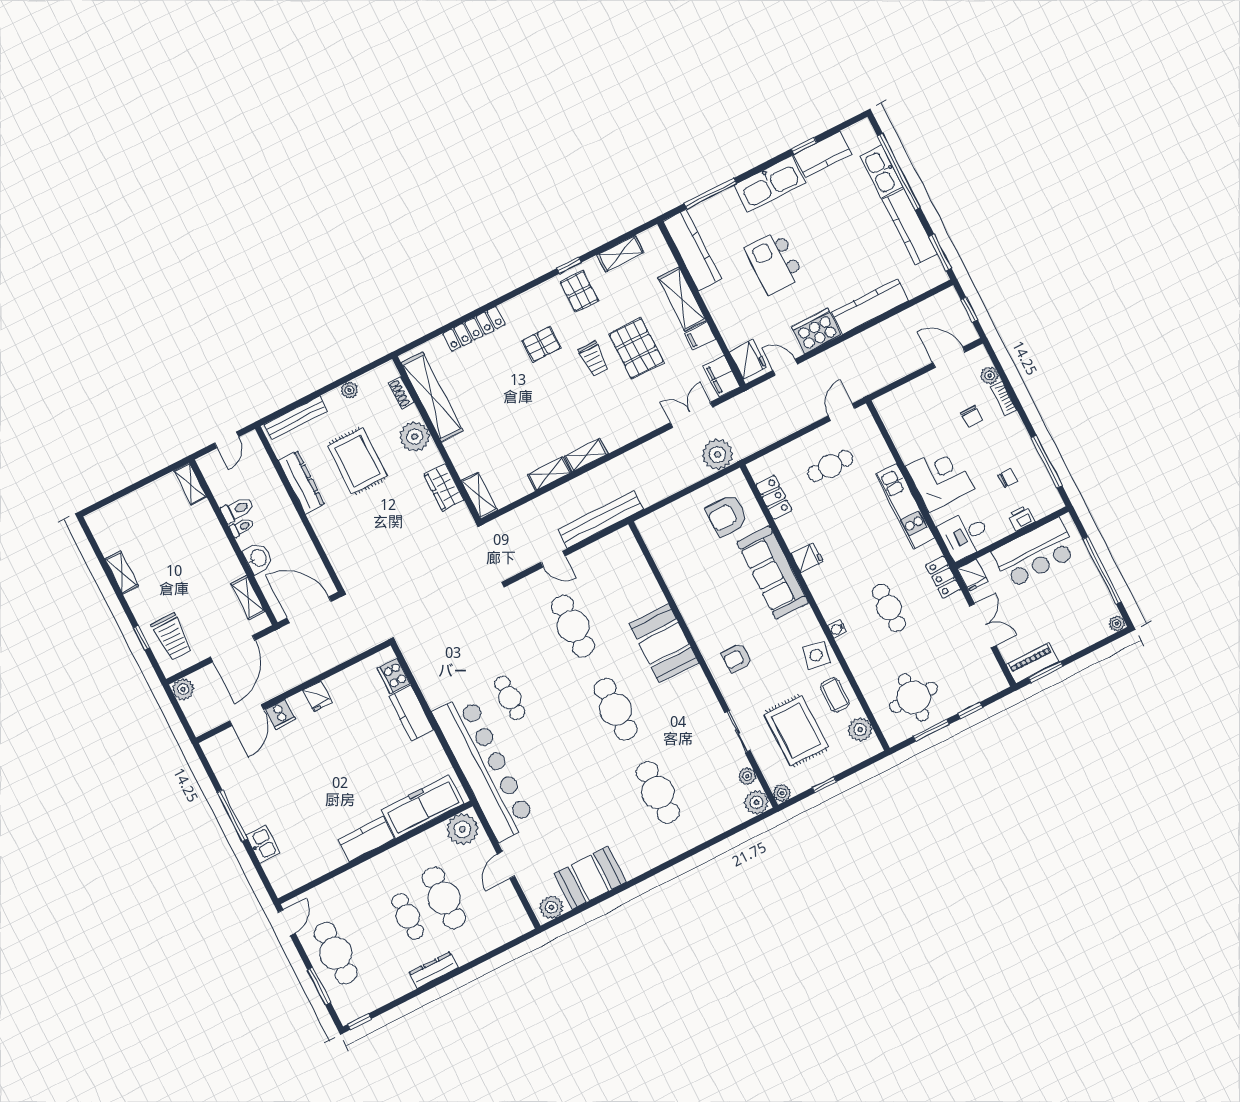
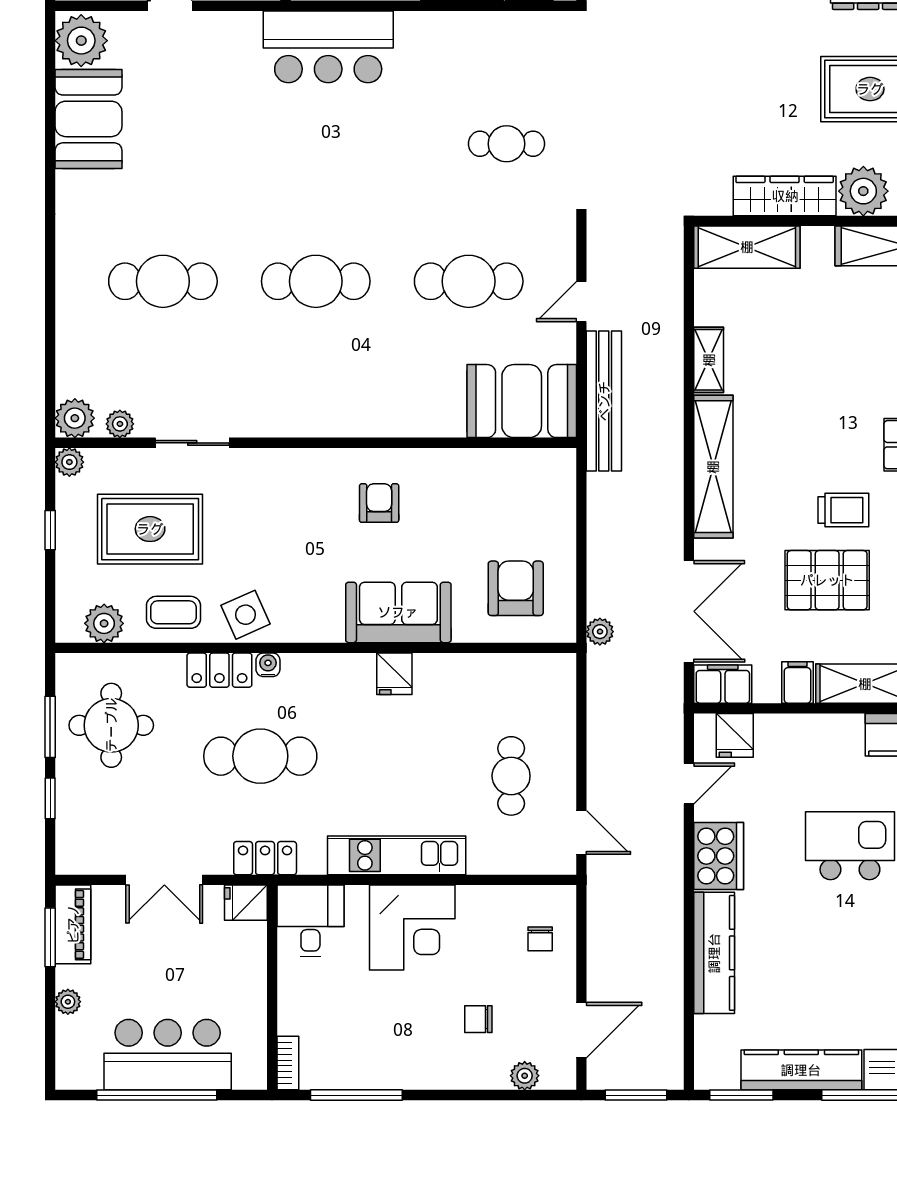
window: (969, 310) -> (636, 1095), width x1.50
trolley: (594, 359) -> (843, 510), turned 180
fridge: (748, 359) -> (735, 735), width x0.72
bookcase: (1004, 398) -> (288, 1063), moved, turned 90
double door: (692, 415) -> (689, 611), width x1.37
shelving: (586, 455) -> (713, 467), width x2.20, depth x1.33
plant: (717, 455) -> (600, 632), width x0.53, depth x0.53
chair: (1008, 478) -> (540, 939), moved
wardrobe: (444, 487) -> (785, 196), width x1.50
shelving: (479, 495) -> (747, 247), width x1.50, depth x1.33
locker: (774, 497) -> (219, 670), moved
printer: (1021, 518) -> (293, 1016), removed
bar counter: (1035, 553) -> (168, 1055), moved, turned 90
sofa: (773, 573) -> (398, 612), width x0.73
cafe table: (889, 608) -> (260, 756), width x1.37, depth x1.35
plant: (1117, 624) -> (68, 1002), moved
booth: (664, 643) -> (522, 401), moved
side table: (816, 655) -> (245, 615), turned -36
armchair: (737, 658) -> (379, 503), moved
cafe table: (510, 698) -> (506, 144), moved
bar counter: (484, 767) -> (328, 47), width x0.54
plant: (551, 907) -> (81, 41), width x1.36, depth x1.36

